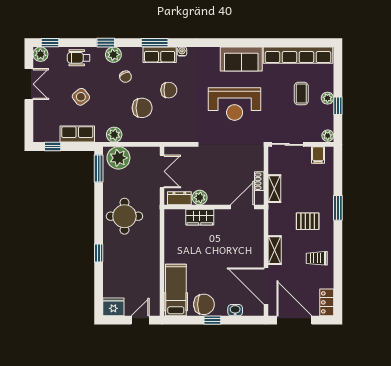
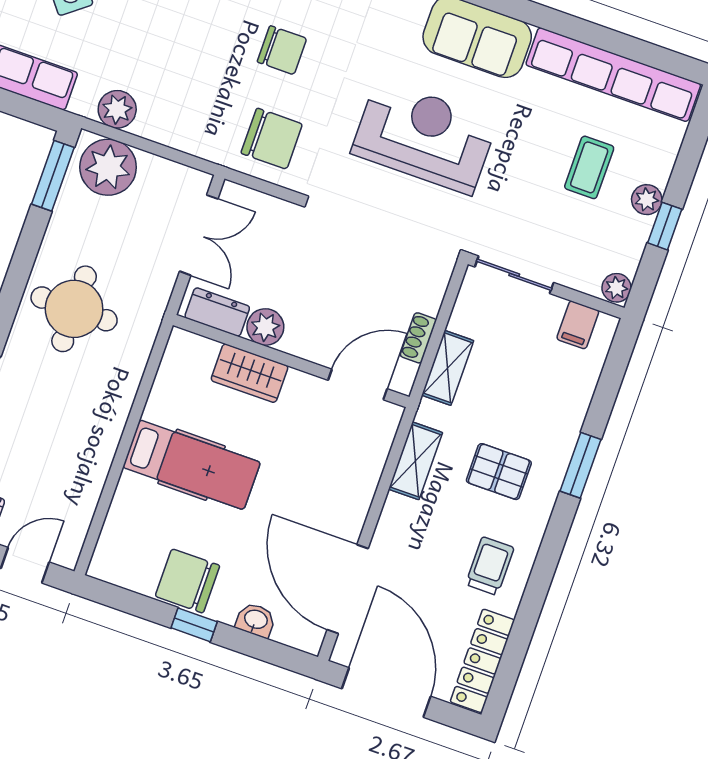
reception desk: (235, 104) -> (424, 137), turned 180
chair: (142, 108) -> (272, 139), moved
shelving: (275, 250) -> (415, 461), moved
trolley: (317, 258) -> (490, 566), turned 90
hospital bed: (176, 290) -> (192, 465), moved, turned 90
locker: (327, 302) -> (482, 661), width x1.53
chair: (204, 304) -> (187, 581), turned 180

